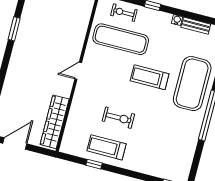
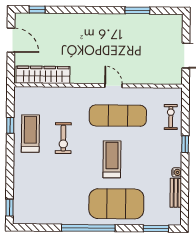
window: (14, 29) -> (137, 10), moved
exercise mat: (121, 39) -> (118, 116), moved, turned 90
door: (78, 71) -> (113, 86), moved

